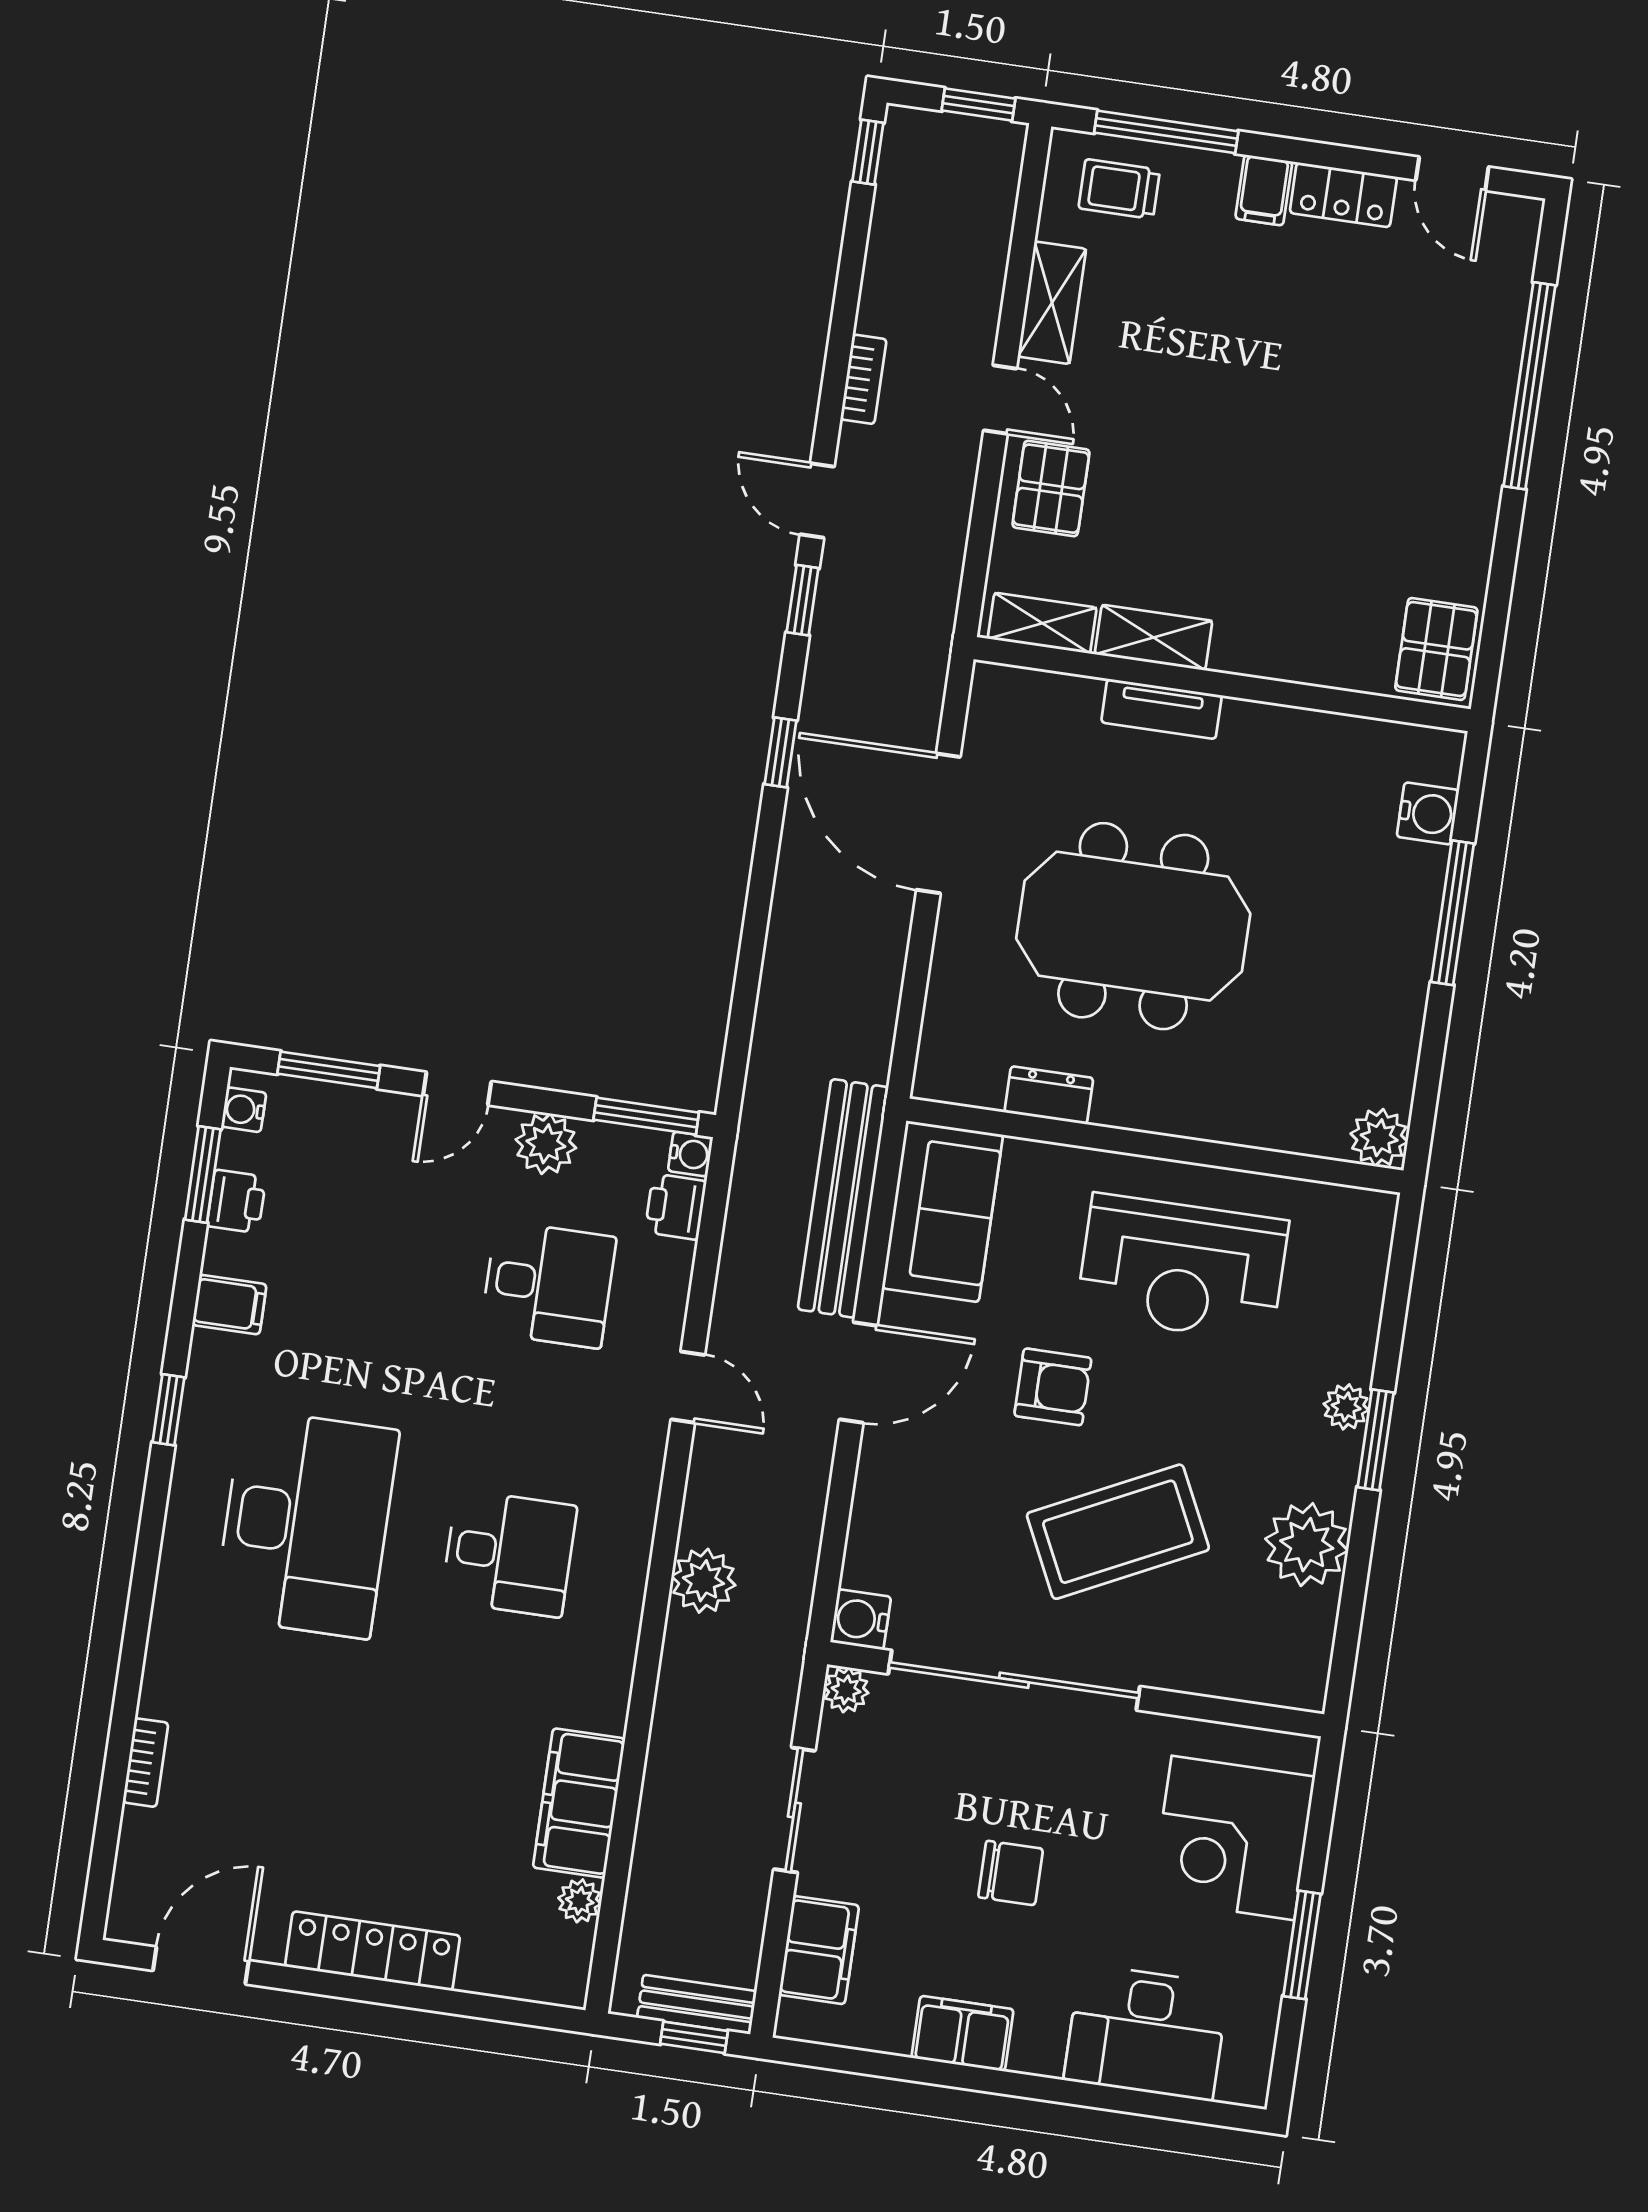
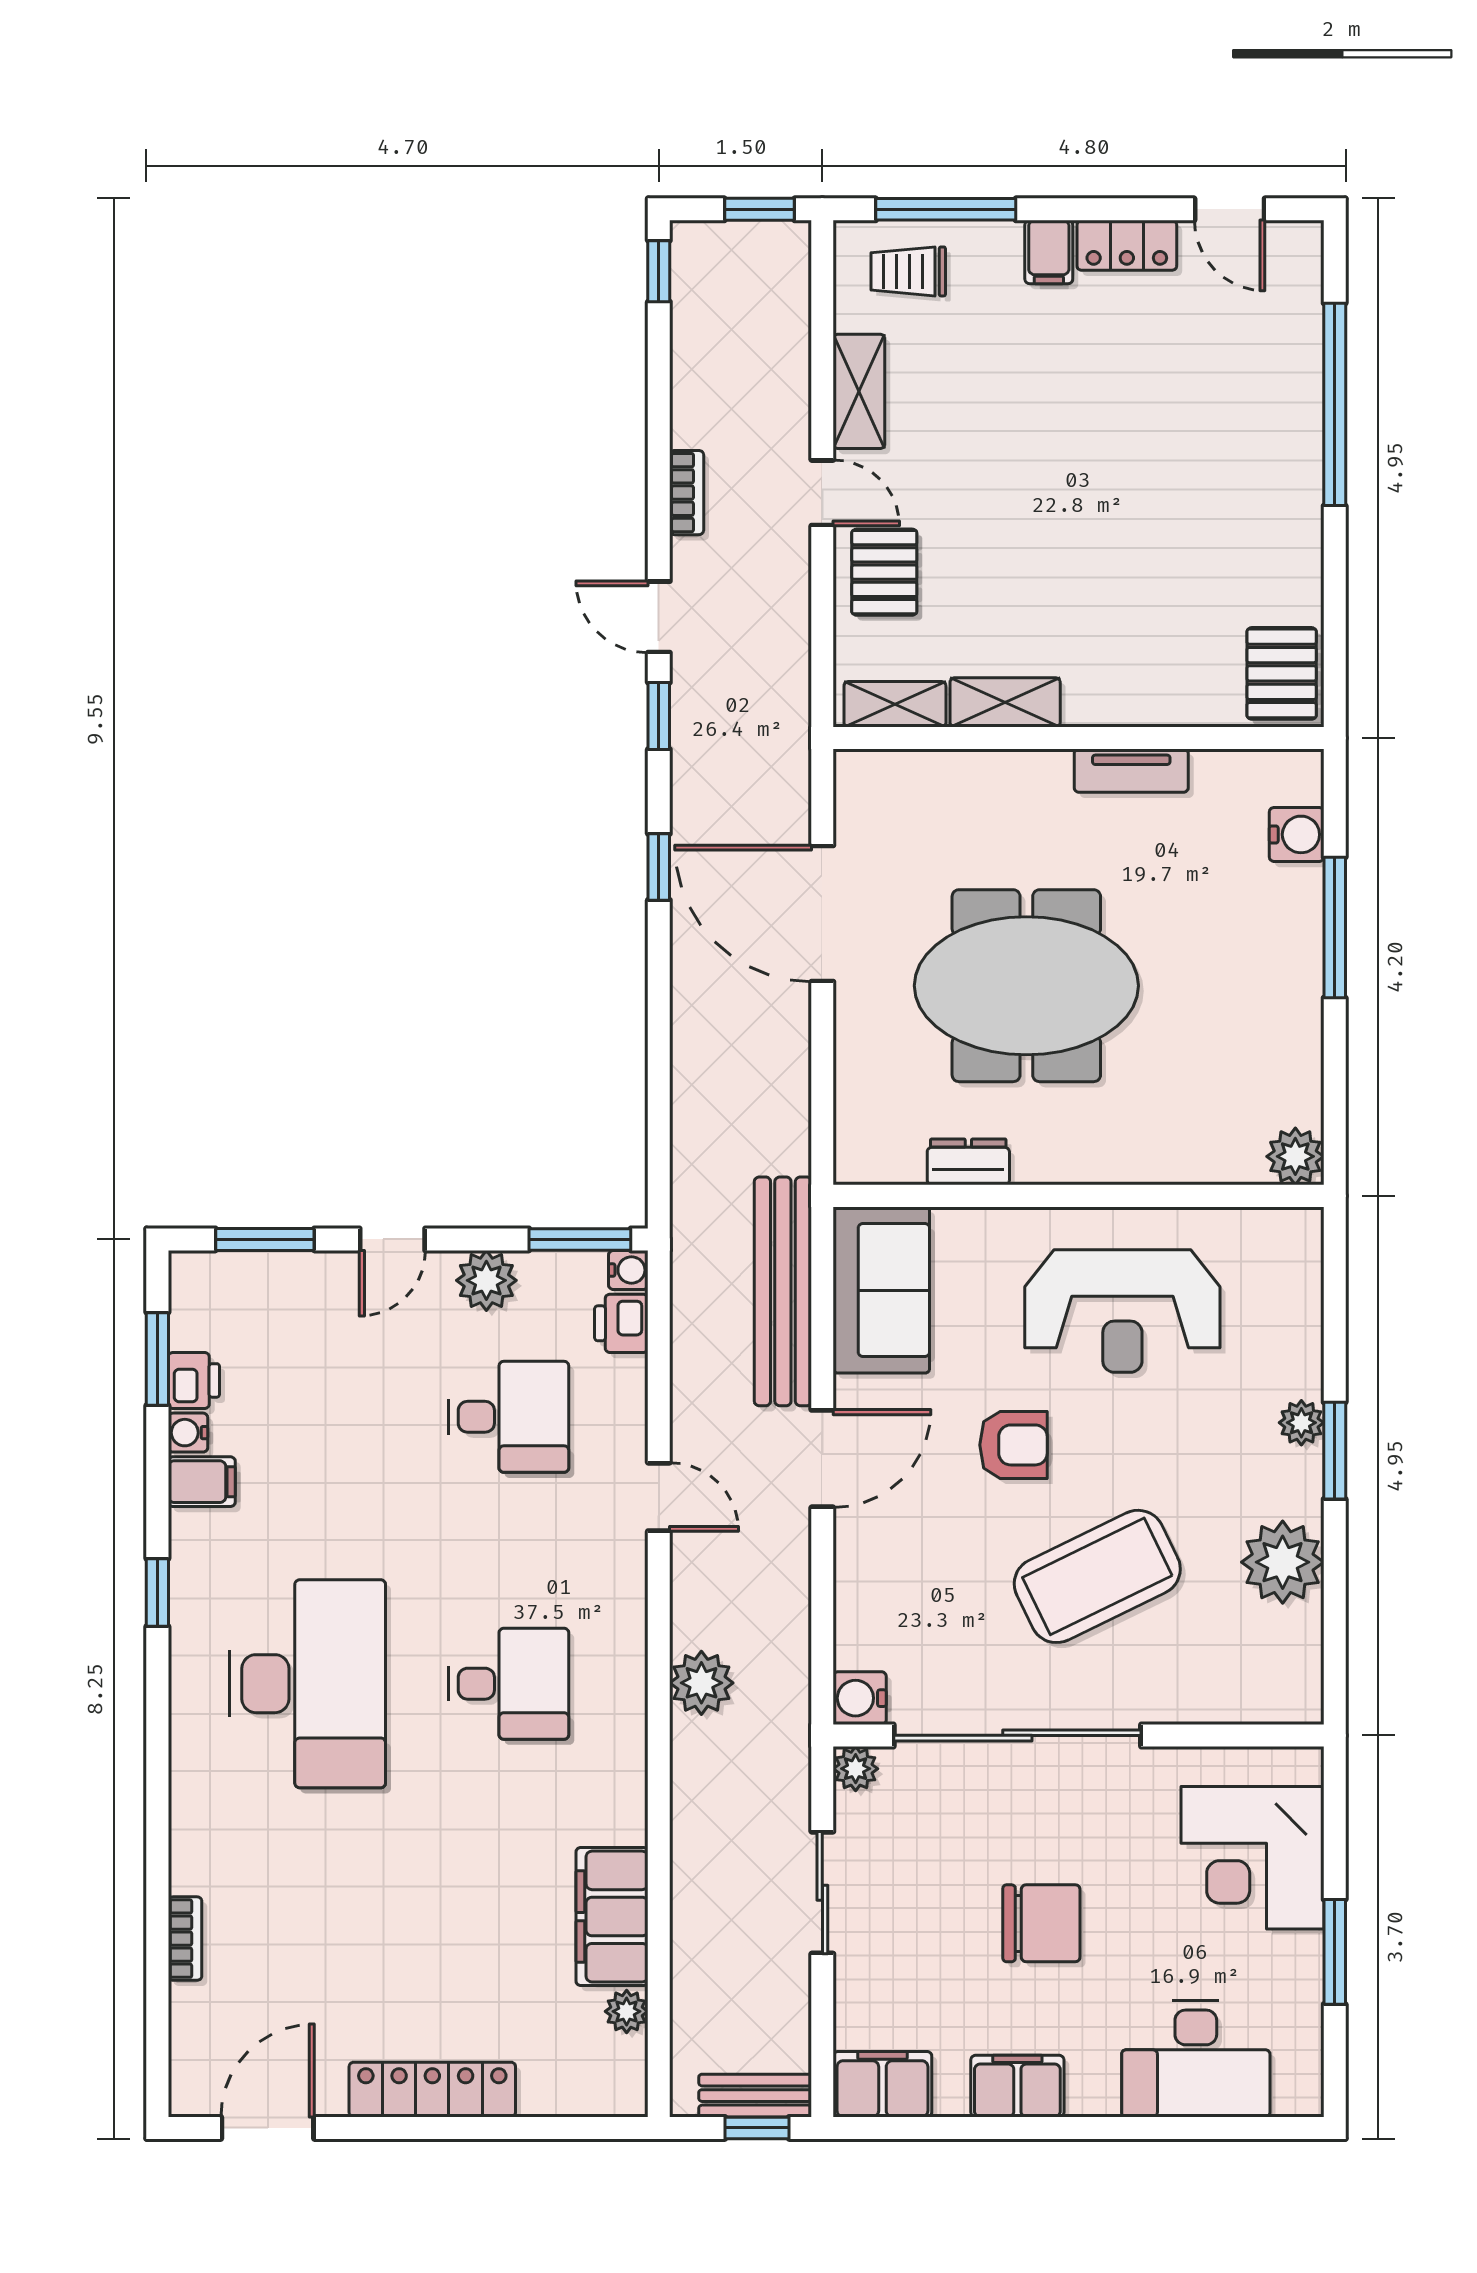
tv unit: (1161, 709) -> (1131, 771), moved
water cooler: (244, 1110) -> (188, 1433), moved
chair: (1011, 1873) -> (1041, 1923), width x1.37, depth x1.37
filing cabinet: (819, 1950) -> (882, 2084), moved, turned -90

